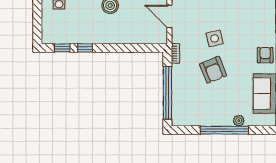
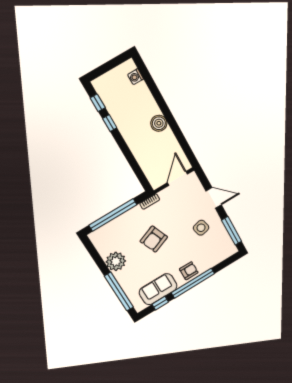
side table: (215, 38) -> (201, 228), moved
plant: (239, 121) -> (116, 261), moved, width x1.87, depth x1.87
window: (224, 130) -> (119, 292), moved

